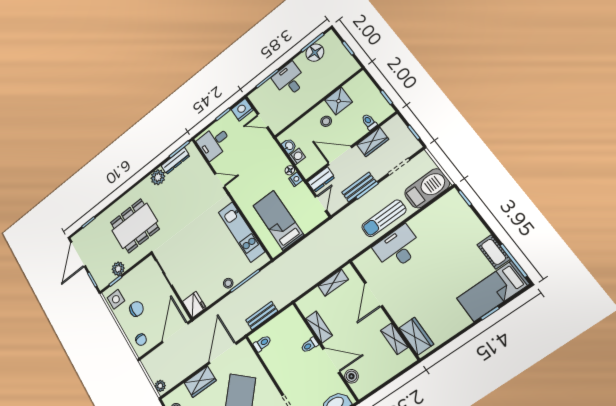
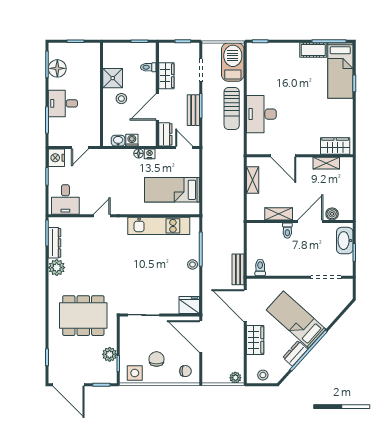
dining table: (135, 226) -> (83, 316), turned 90
bench: (262, 316) -> (238, 269), moved

